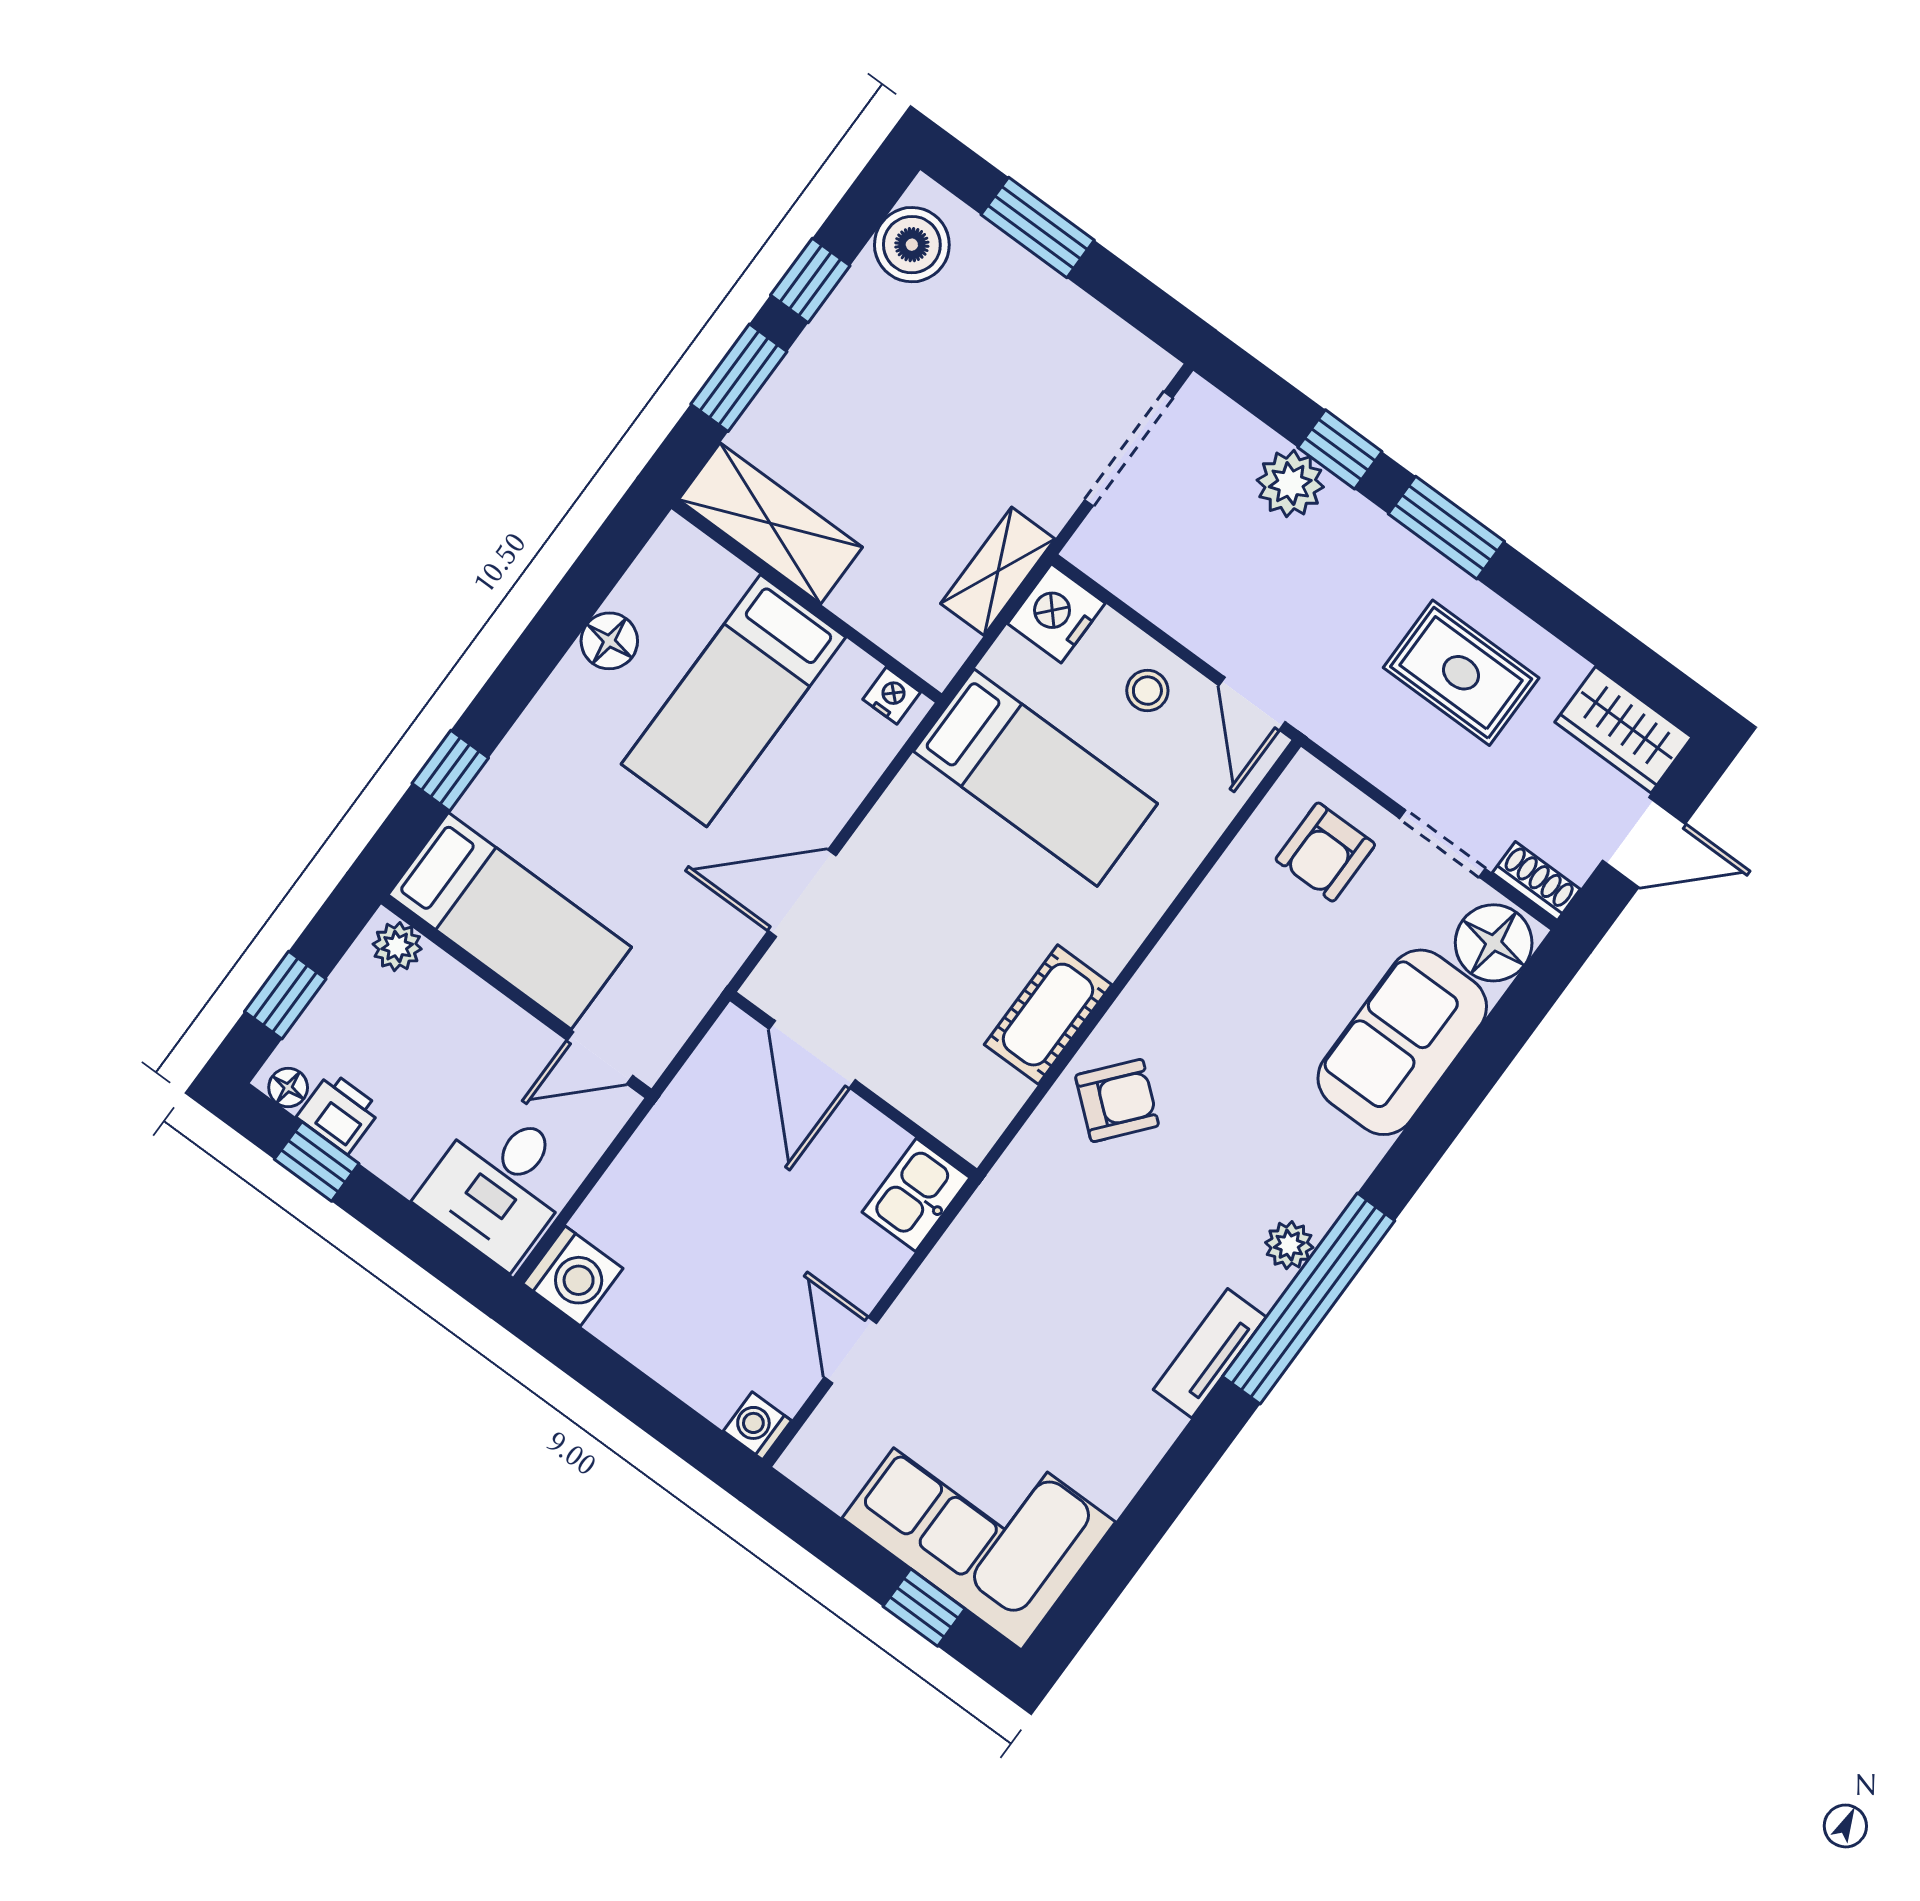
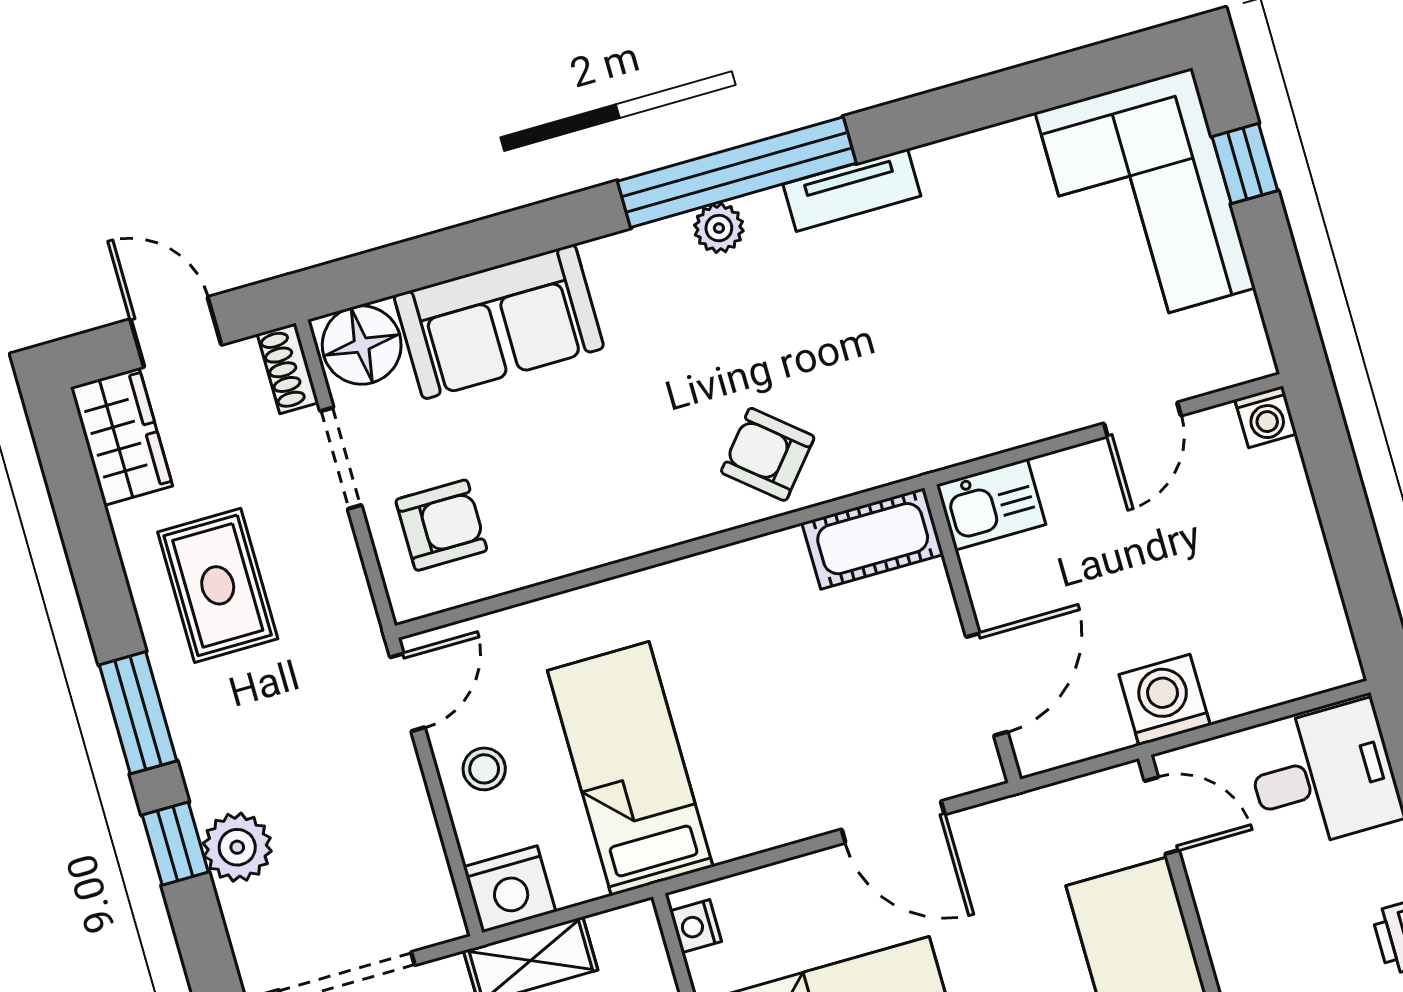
cot: (1048, 1015) -> (873, 539), moved
washing machine: (573, 1276) -> (1165, 700), moved

